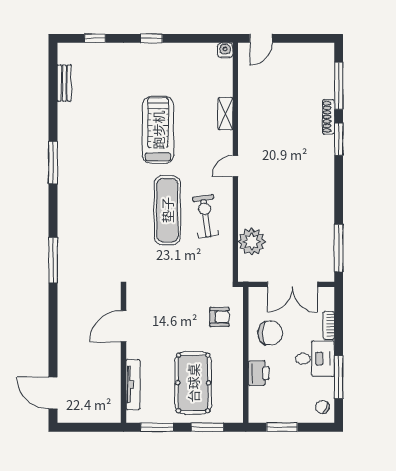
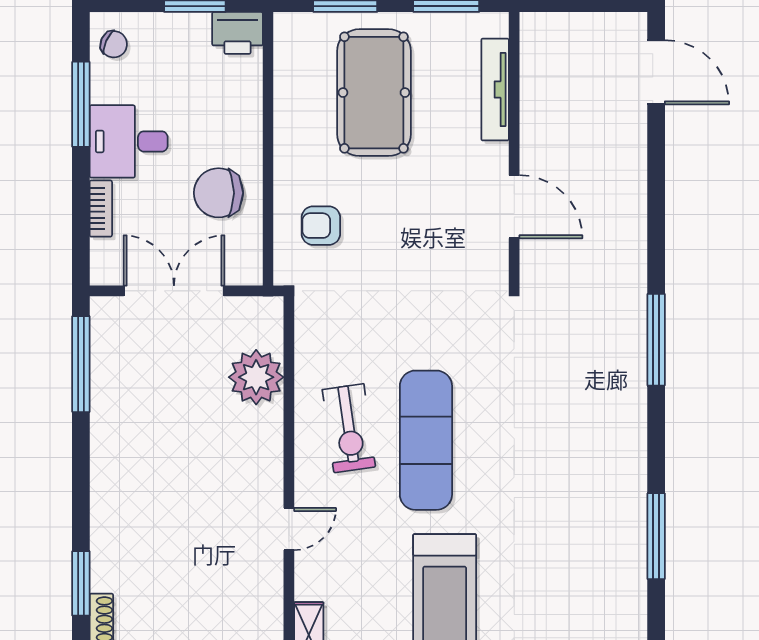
door: (124, 326) -> (514, 207), hinge flipped
printer: (259, 373) -> (237, 33), moved, turned -90

